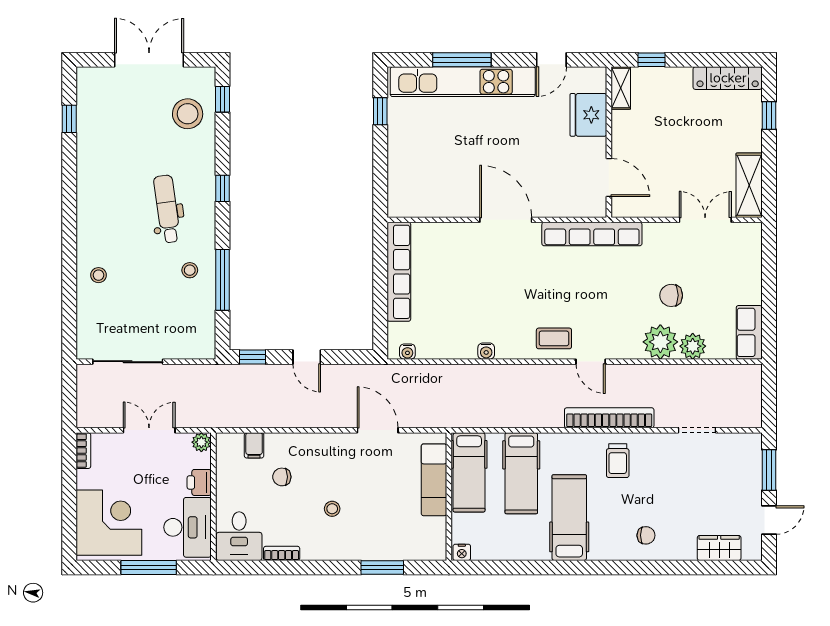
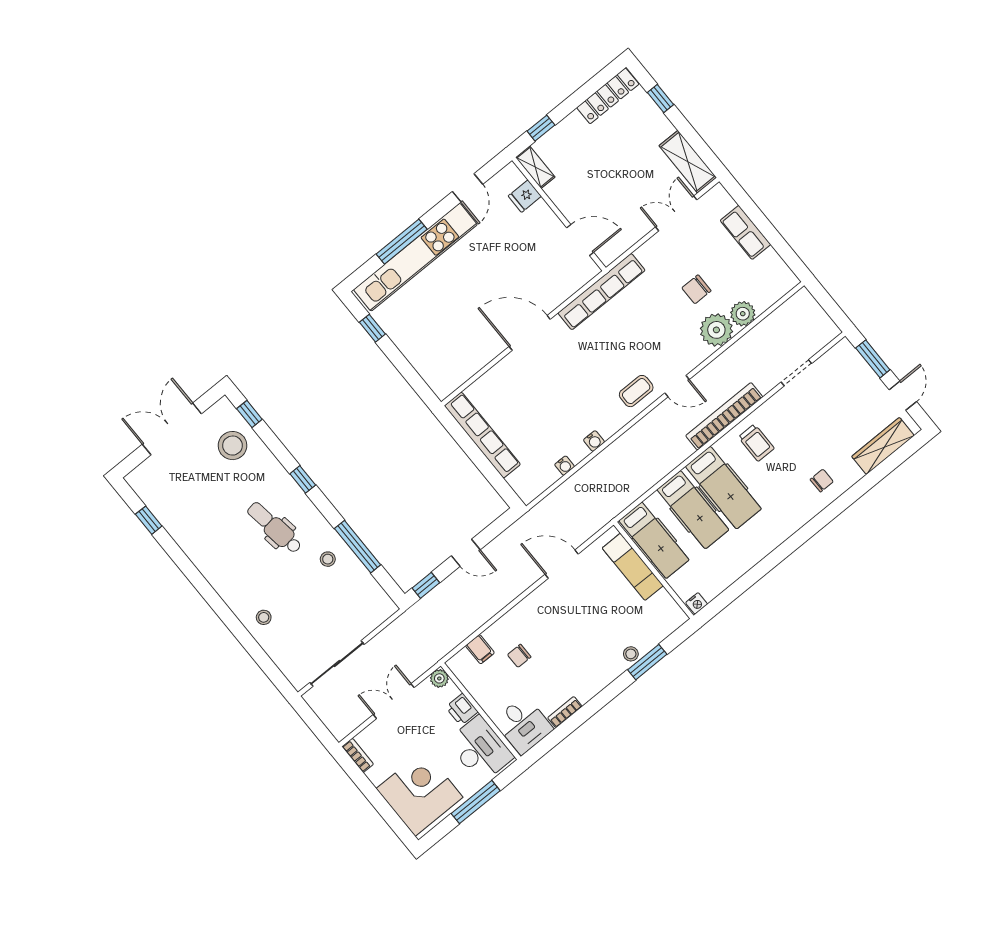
fridge: (588, 115) -> (525, 196), width x0.53, depth x0.75
row of seats: (749, 332) -> (745, 232), moved
water cooler: (407, 352) -> (565, 466), moved
stool: (332, 509) -> (631, 654), moved
hospital bed: (569, 518) -> (723, 488), moved, turned 180
wardrobe: (719, 548) -> (883, 446), width x1.50

